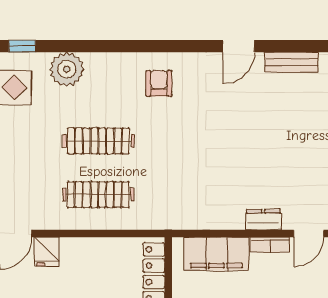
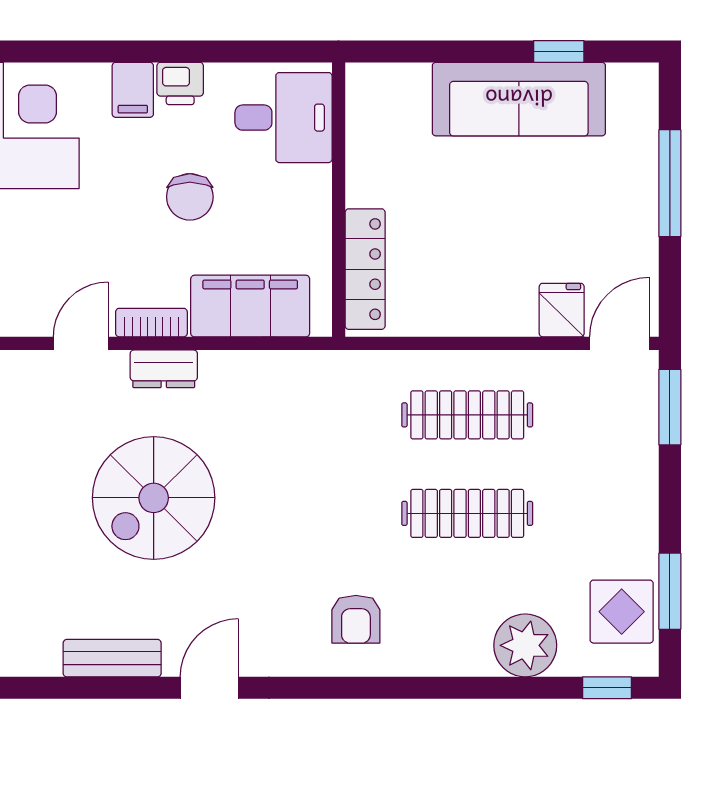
spiral stairs: (269, 149) -> (154, 498), added

